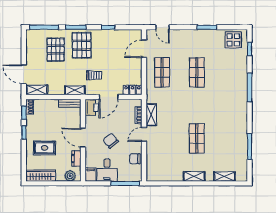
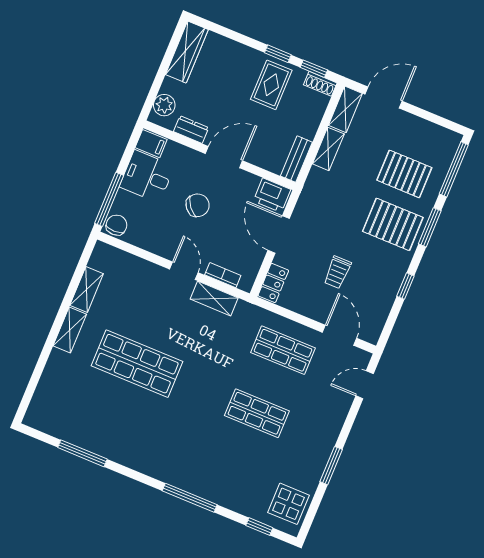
trolley: (94, 75) -> (337, 272), moved
shelving: (75, 90) -> (328, 149), moved
shop shelf: (197, 138) -> (137, 364), width x1.43, depth x1.36
rug: (45, 148) -> (271, 85), moved
chair: (135, 159) -> (116, 225), moved
shelving: (225, 176) -> (87, 289), moved

